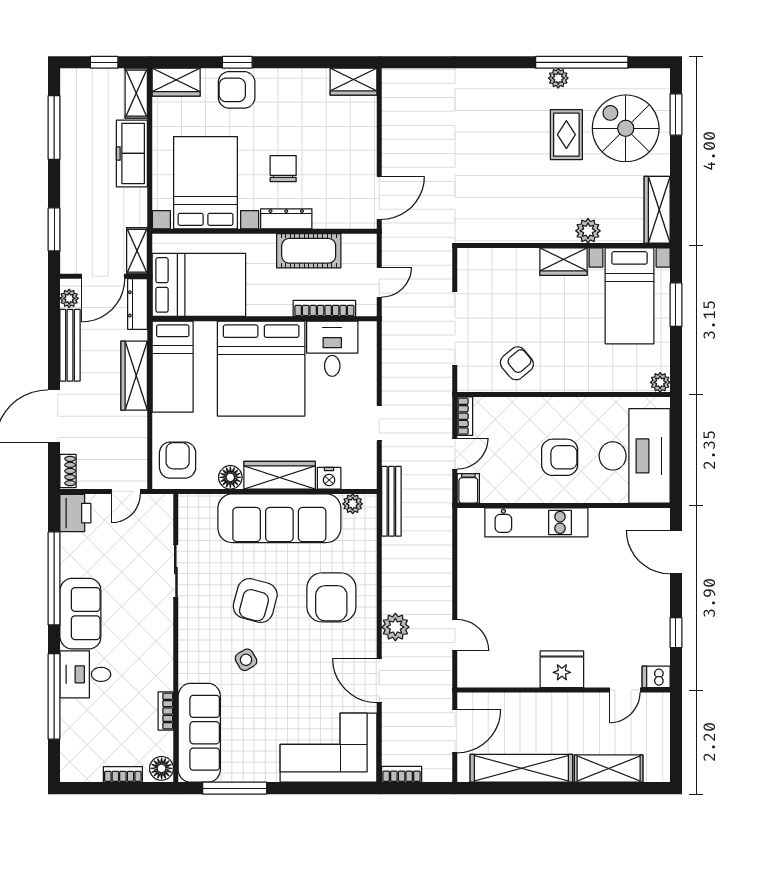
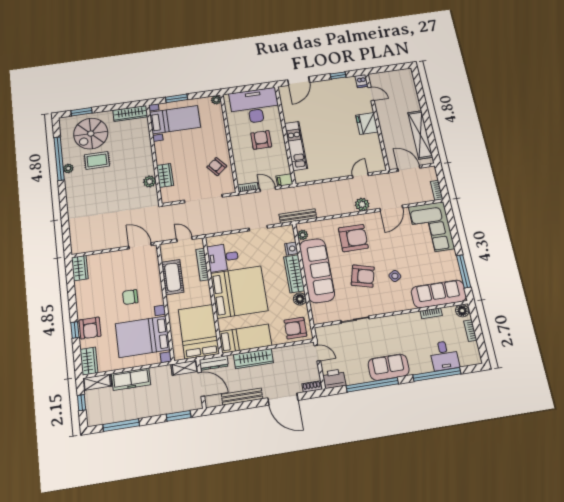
dresser: (286, 219) -> (157, 291), removed
plant: (588, 231) -> (150, 182), moved
wardrobe: (564, 262) -> (165, 175), moved
plant: (69, 298) -> (216, 401), removed
desk: (85, 674) -> (444, 356), moved
shelving: (609, 769) -> (411, 96), removed

